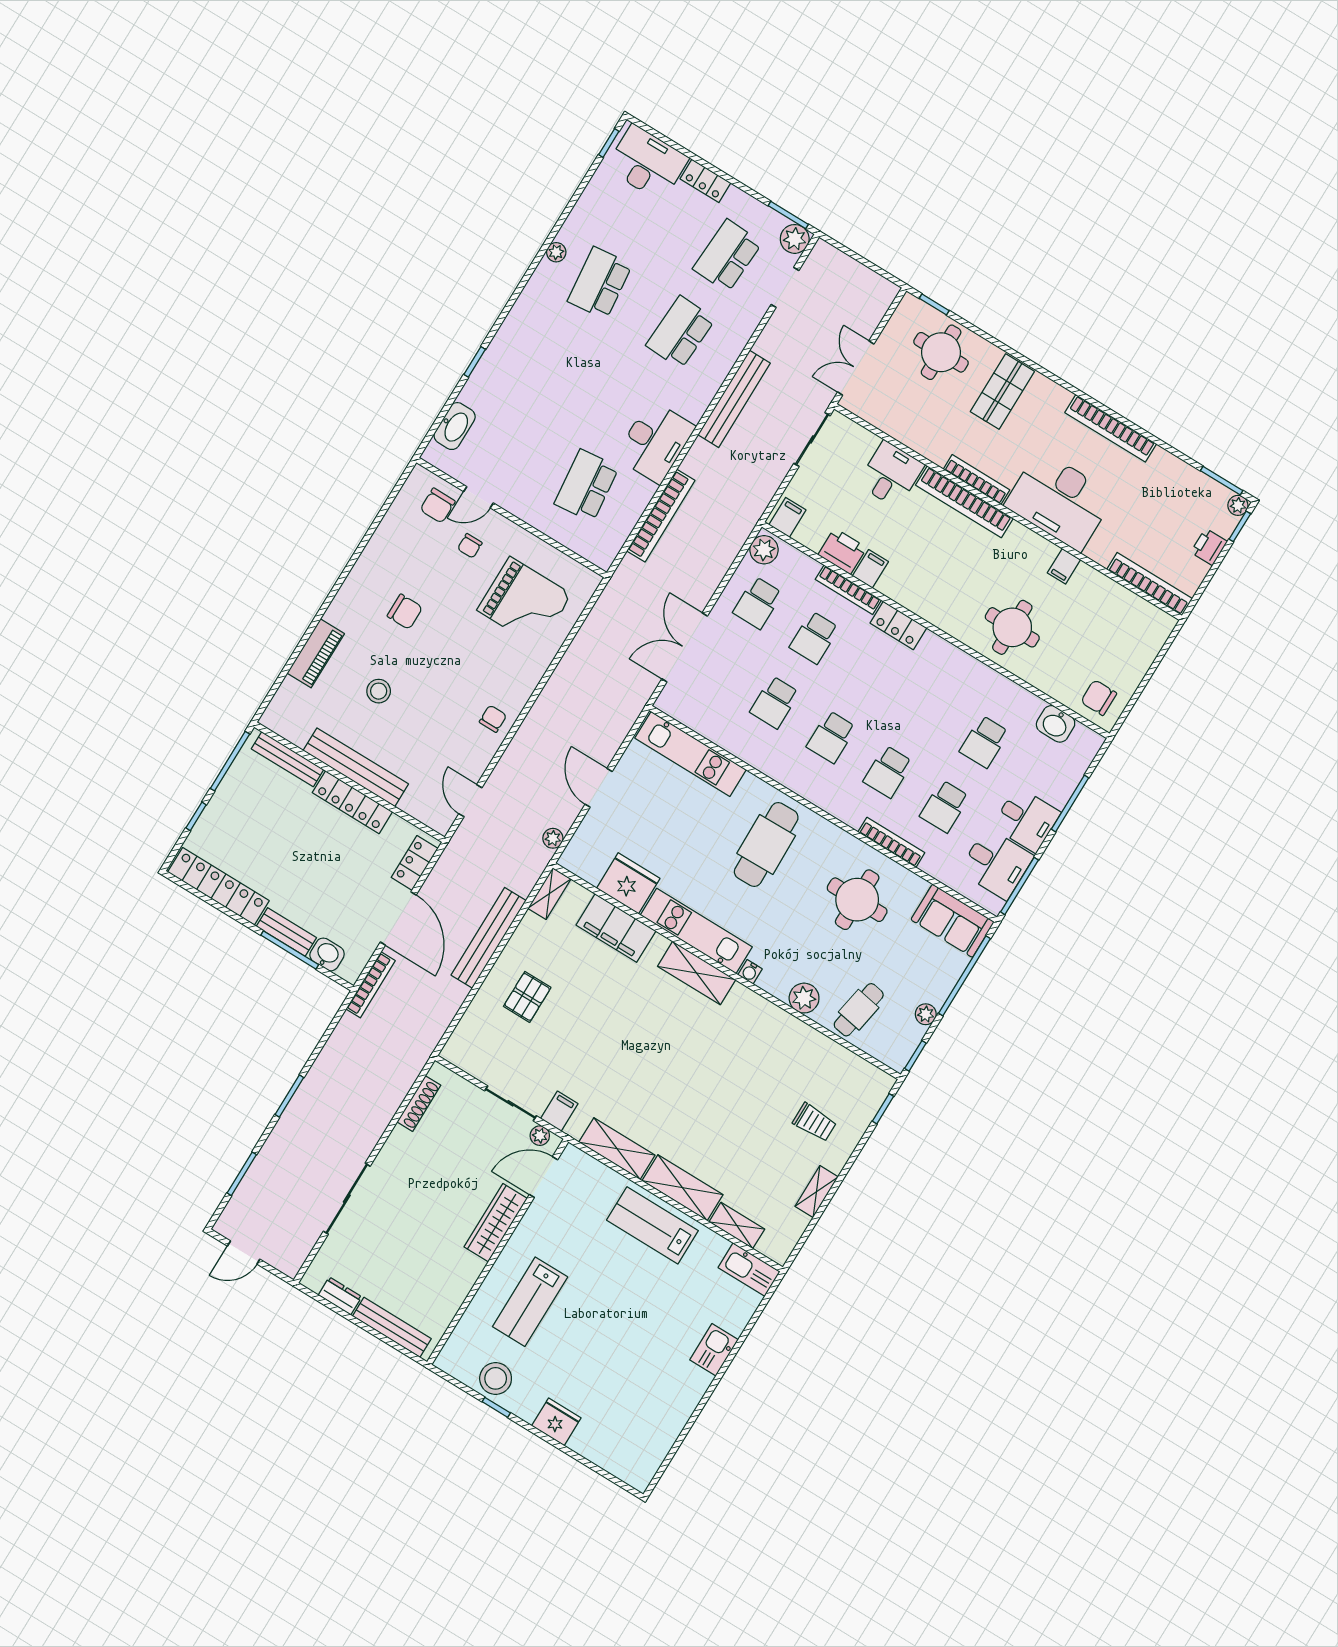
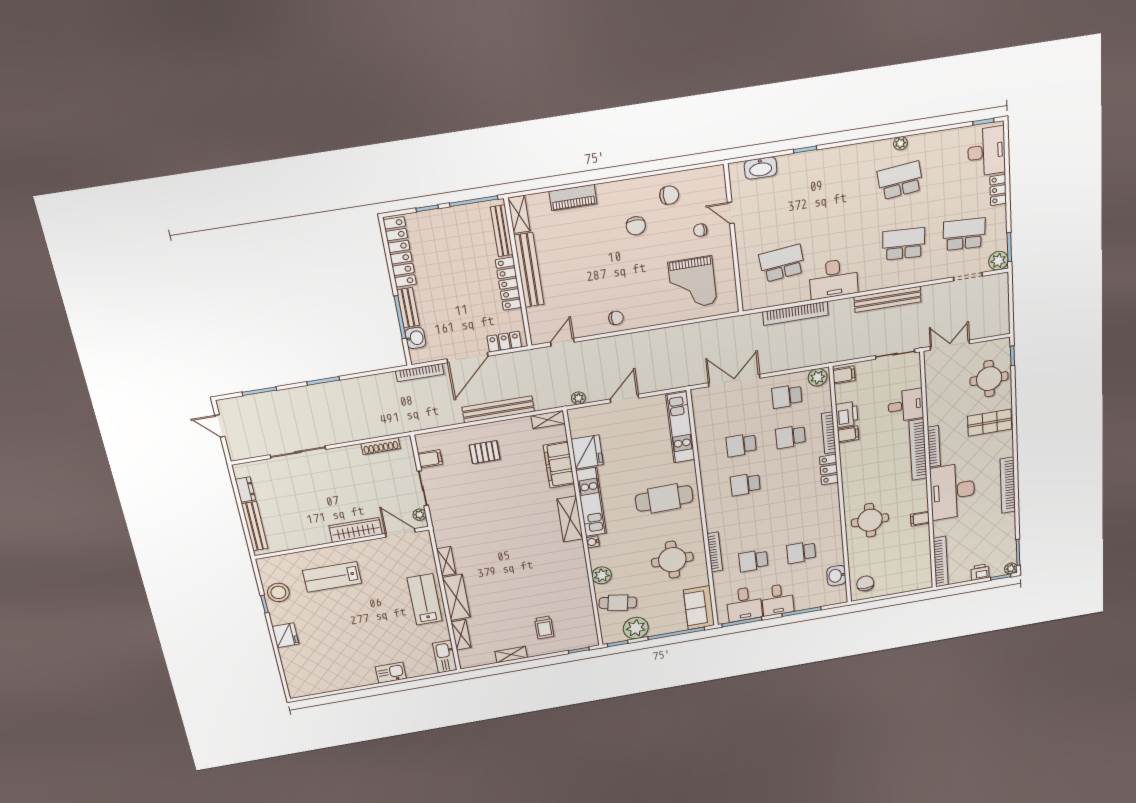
chair: (438, 506) -> (669, 195), moved, turned 180
stool: (379, 691) -> (581, 248), removed
shelving: (285, 726) -> (519, 214), added
school desk: (888, 772) -> (749, 523), removed
plant: (926, 1014) -> (636, 628), width x1.87, depth x1.87
filing cabinet: (559, 1111) -> (430, 459), moved
shelving: (617, 1149) -> (446, 561), width x0.67, depth x0.75

